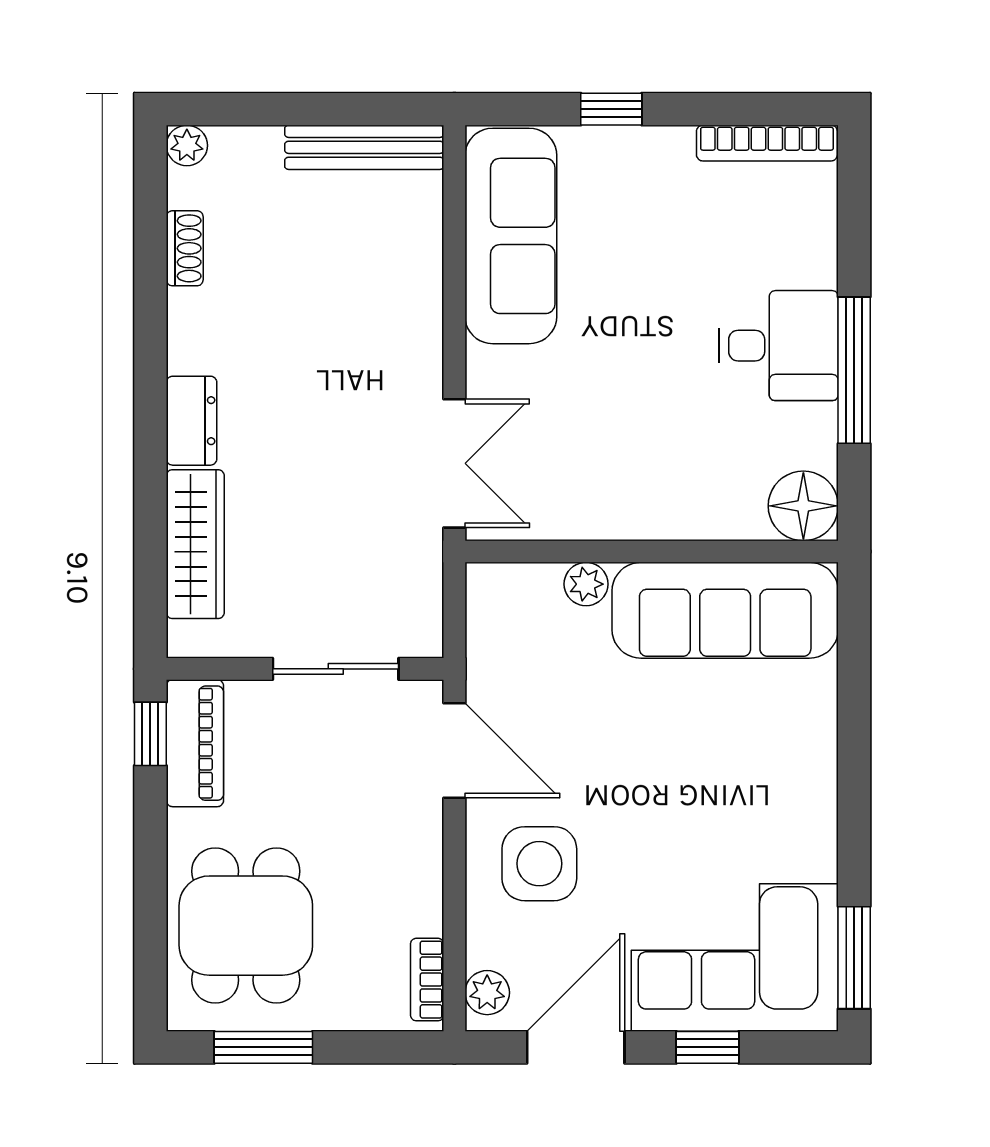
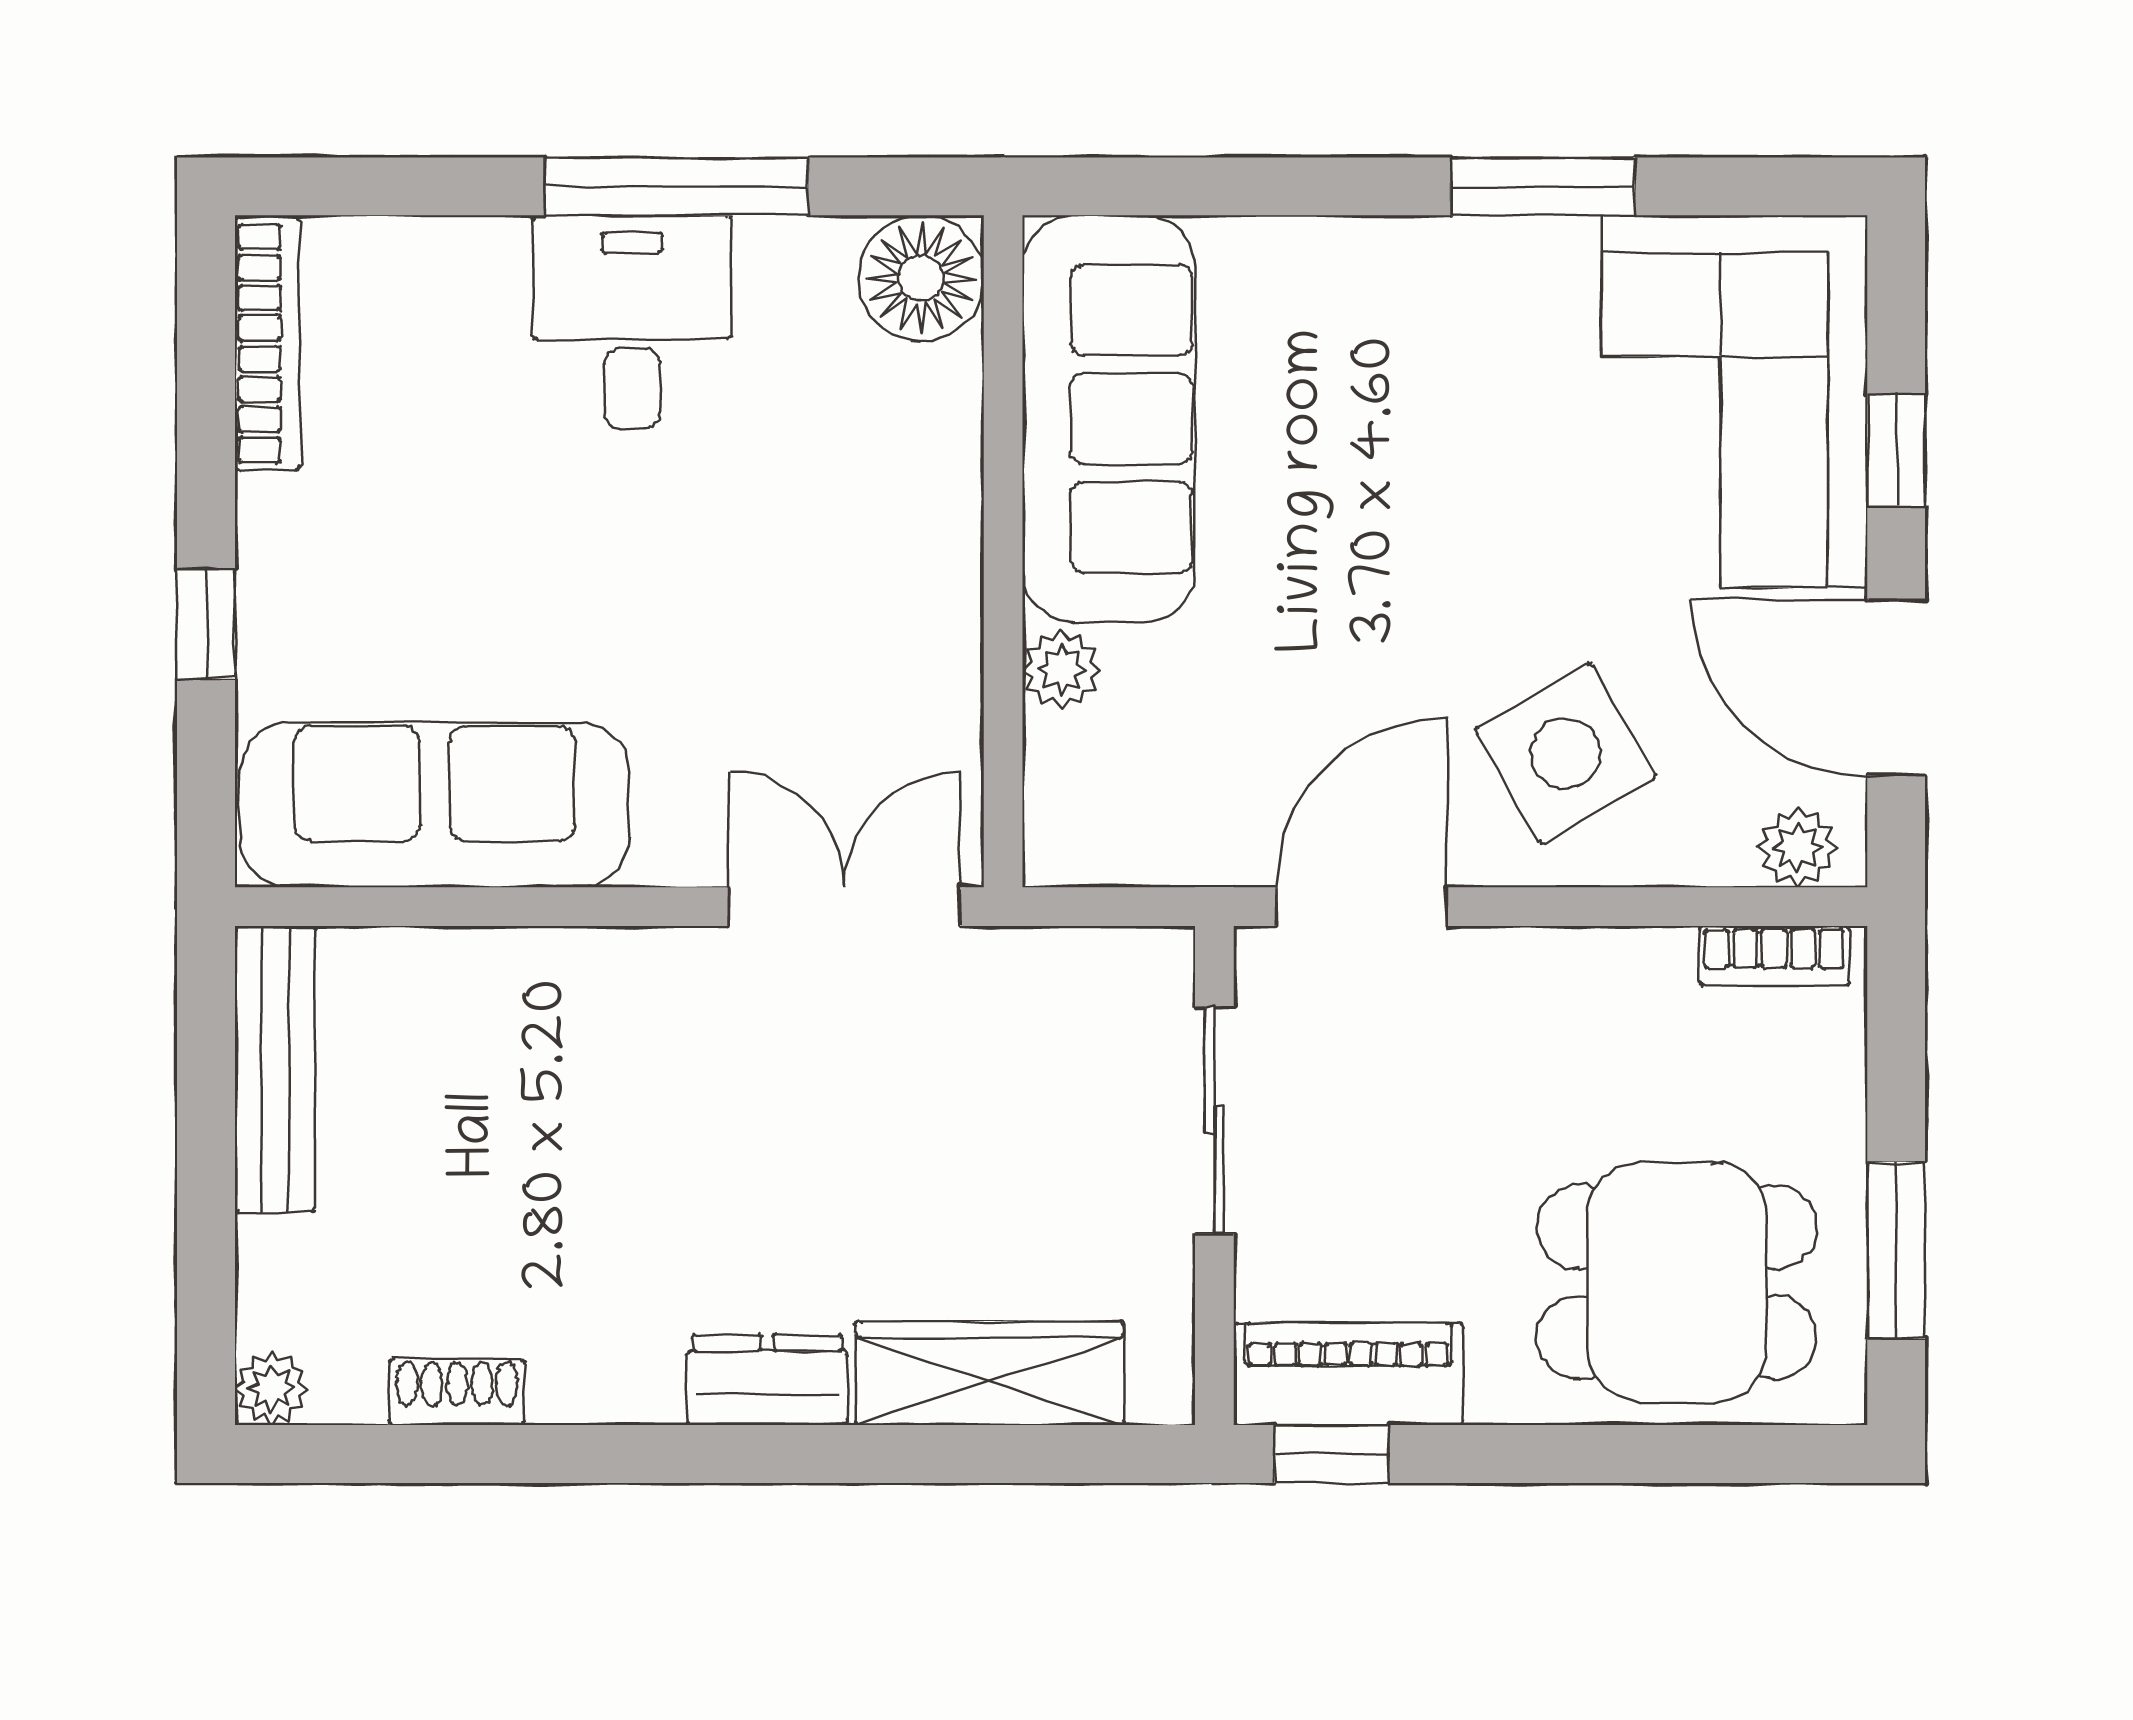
side table: (539, 864) -> (1565, 753), turned -30
window: (854, 958) -> (1543, 186), moved

